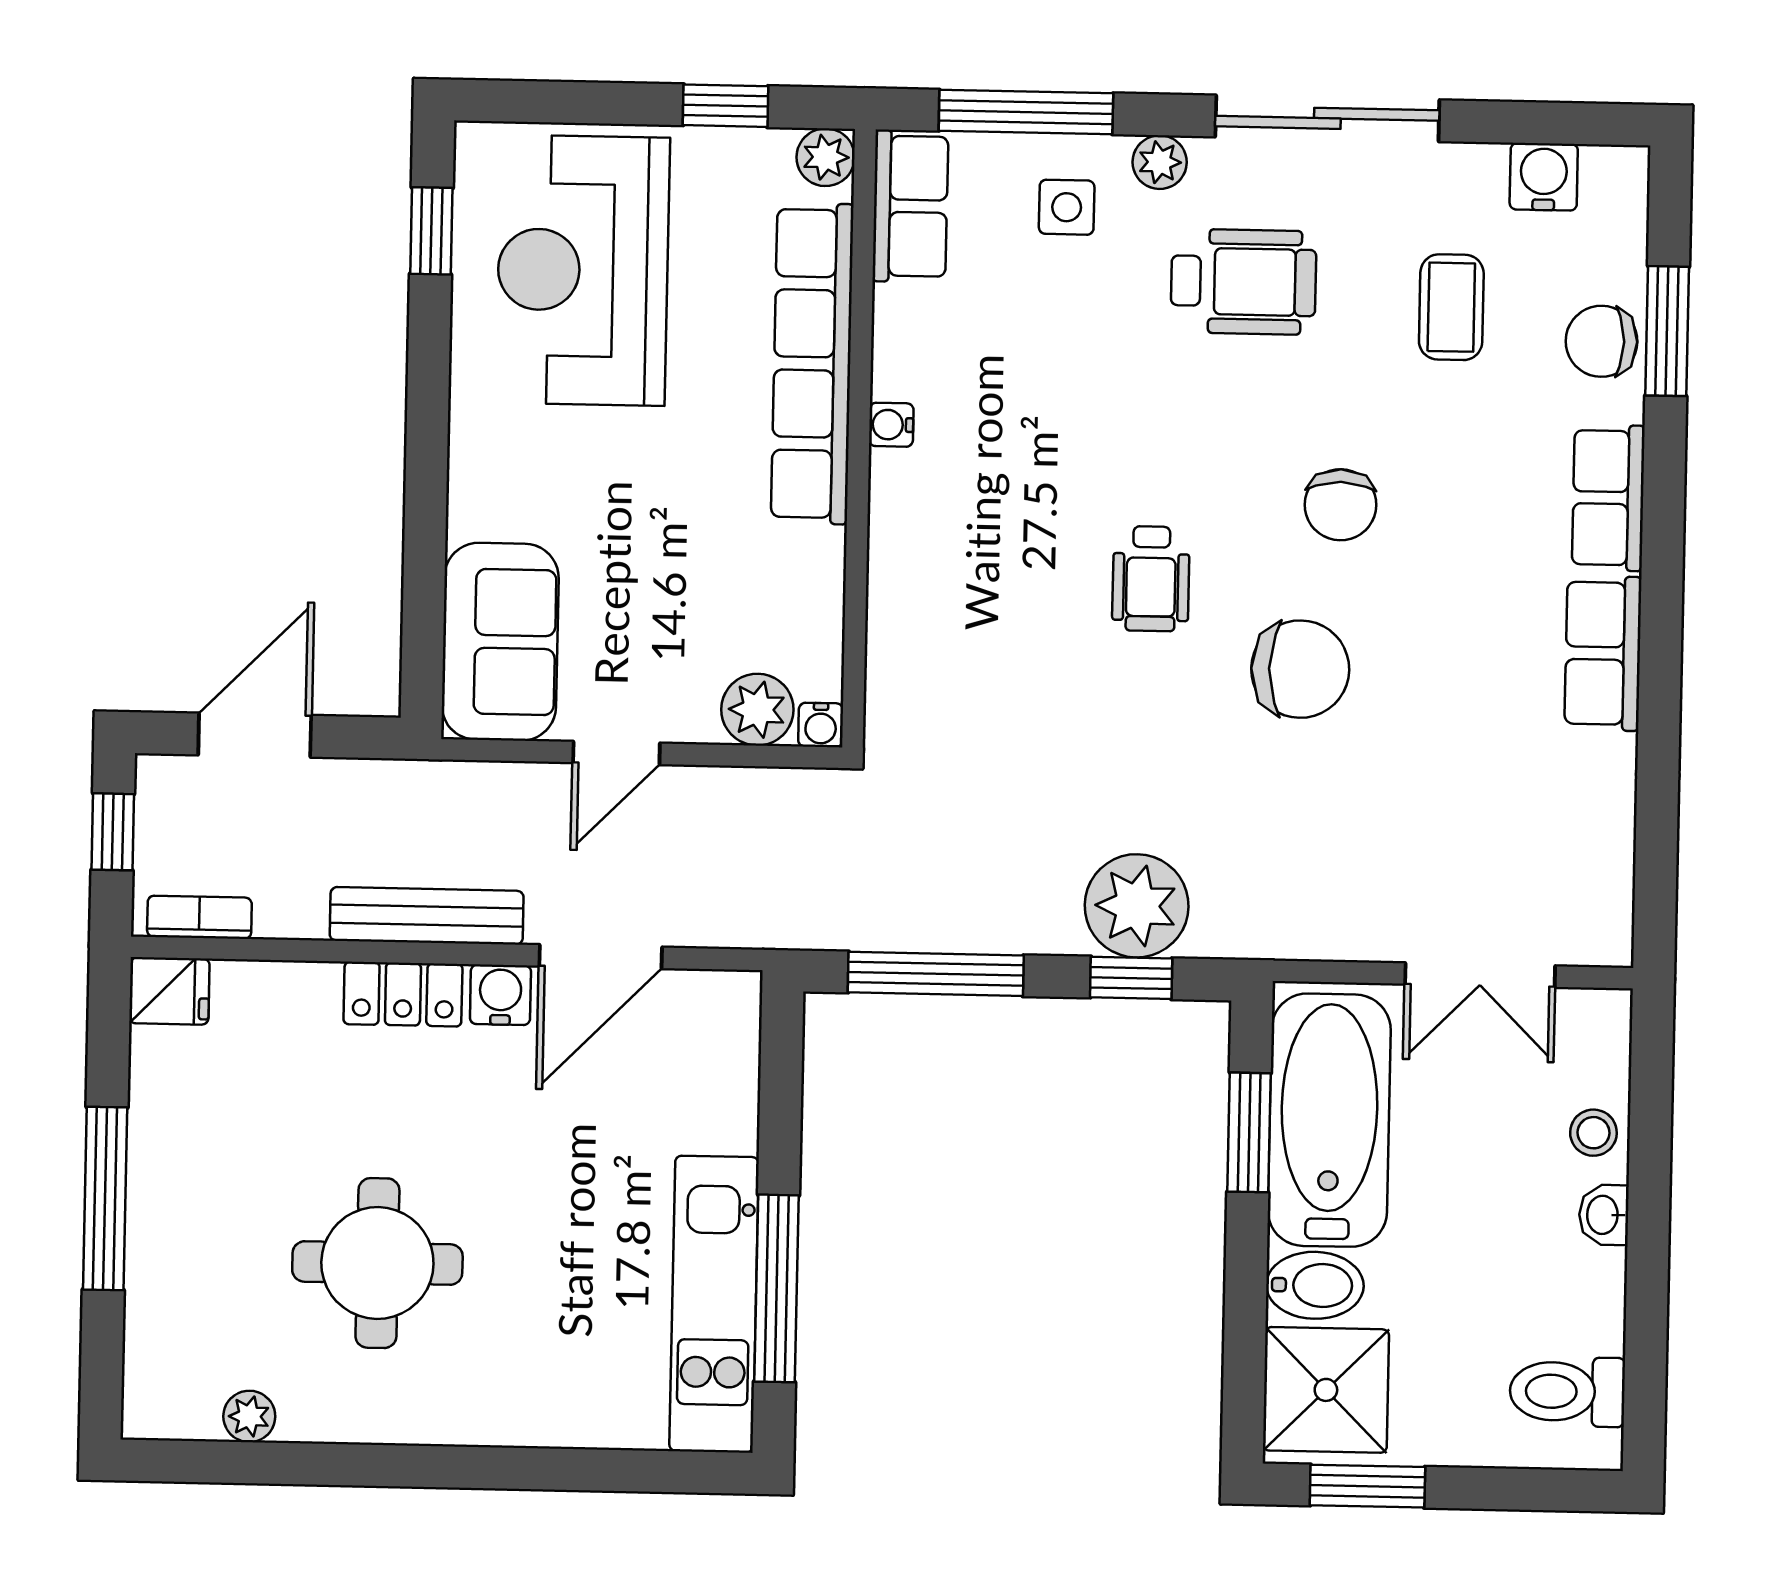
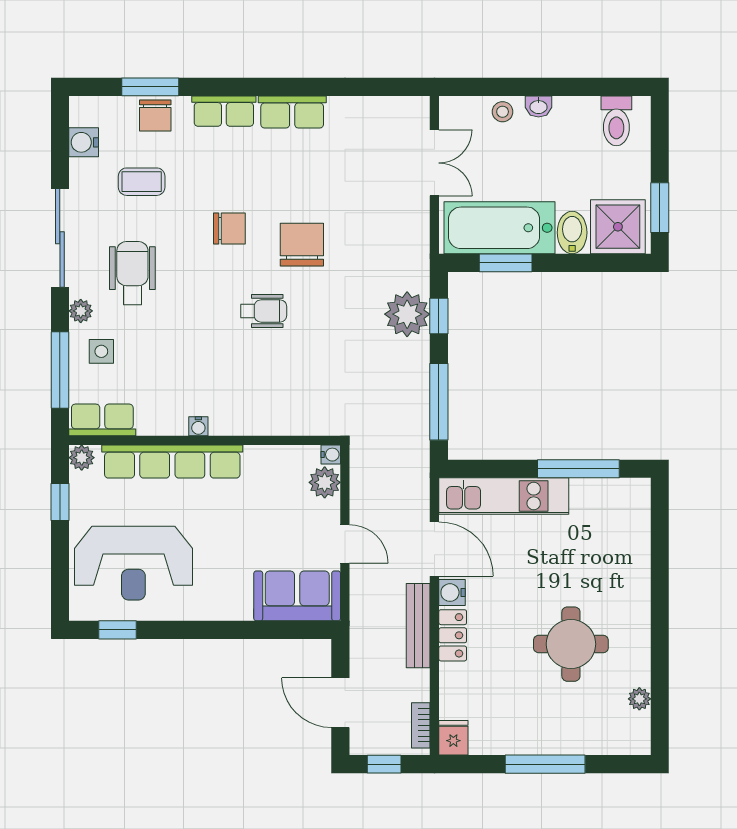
kitchen unit: (714, 1304) -> (504, 496), moved

